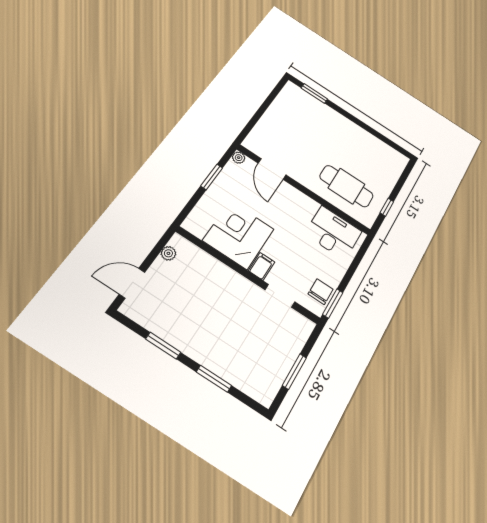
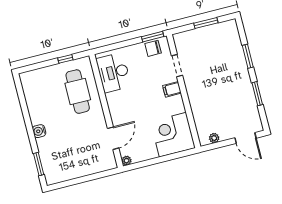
water cooler: (343, 123) -> (39, 131), added
window: (212, 177) -> (153, 162), removed
corner desk: (239, 235) -> (173, 135), moved, turned 90

